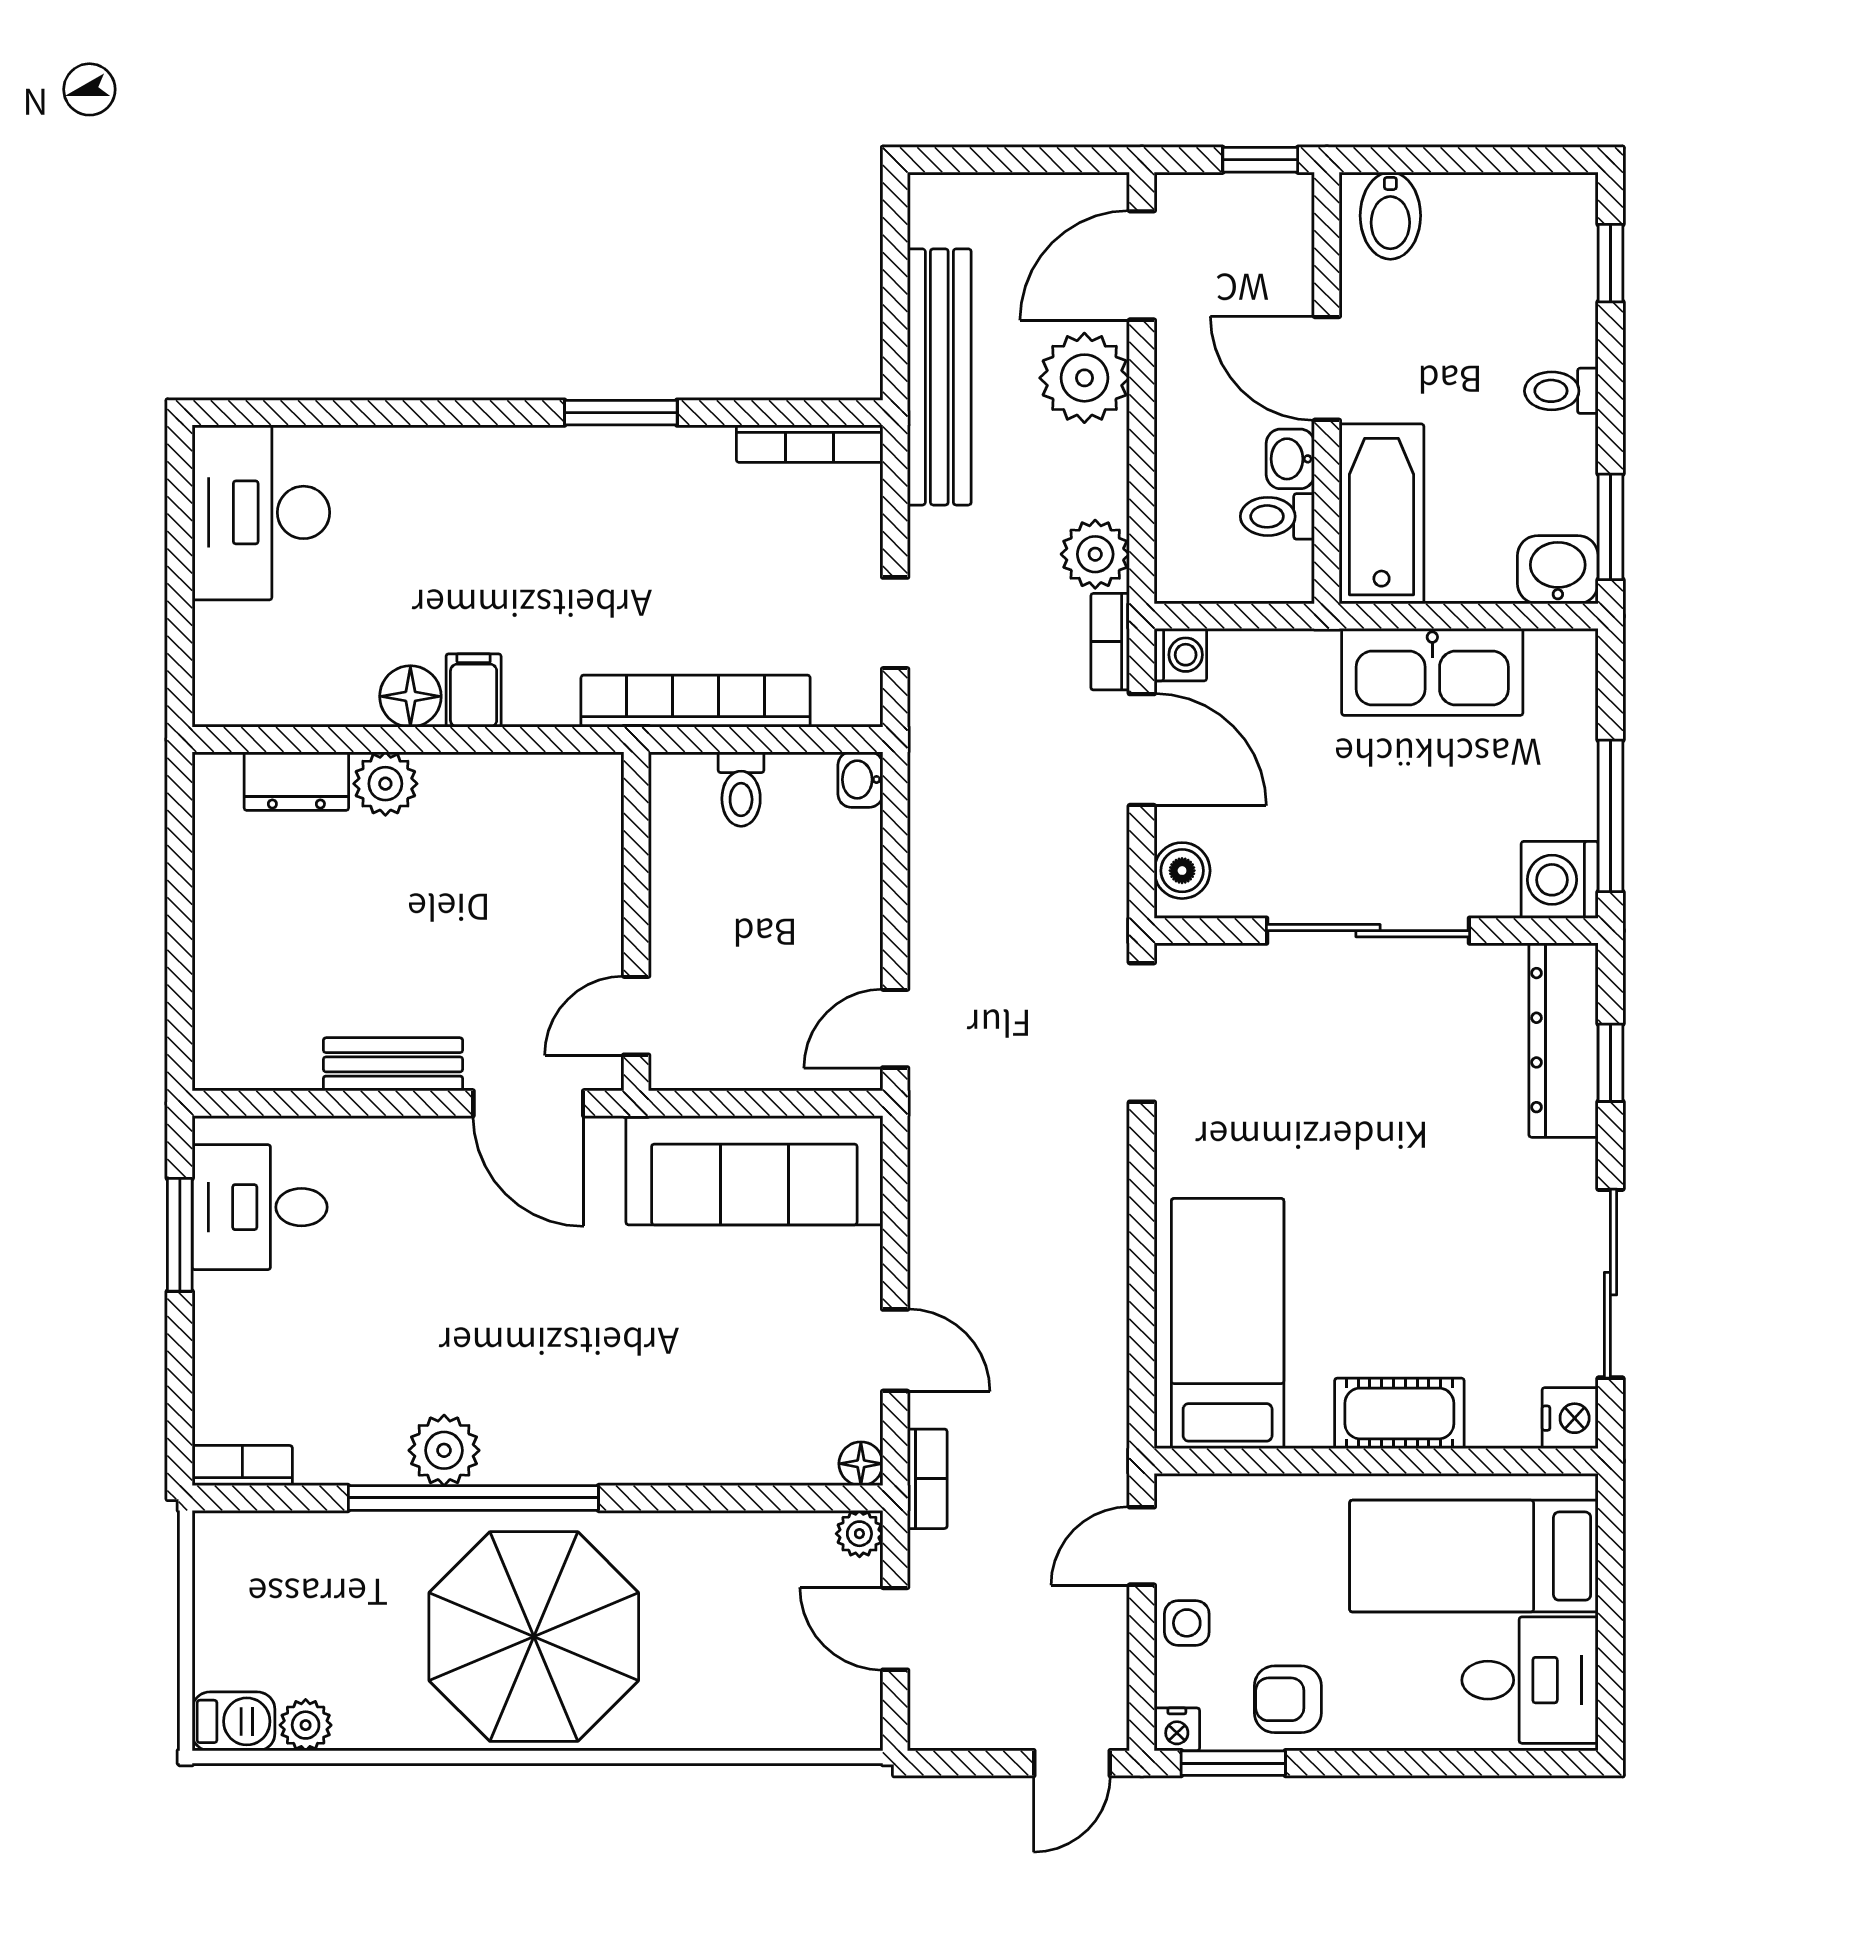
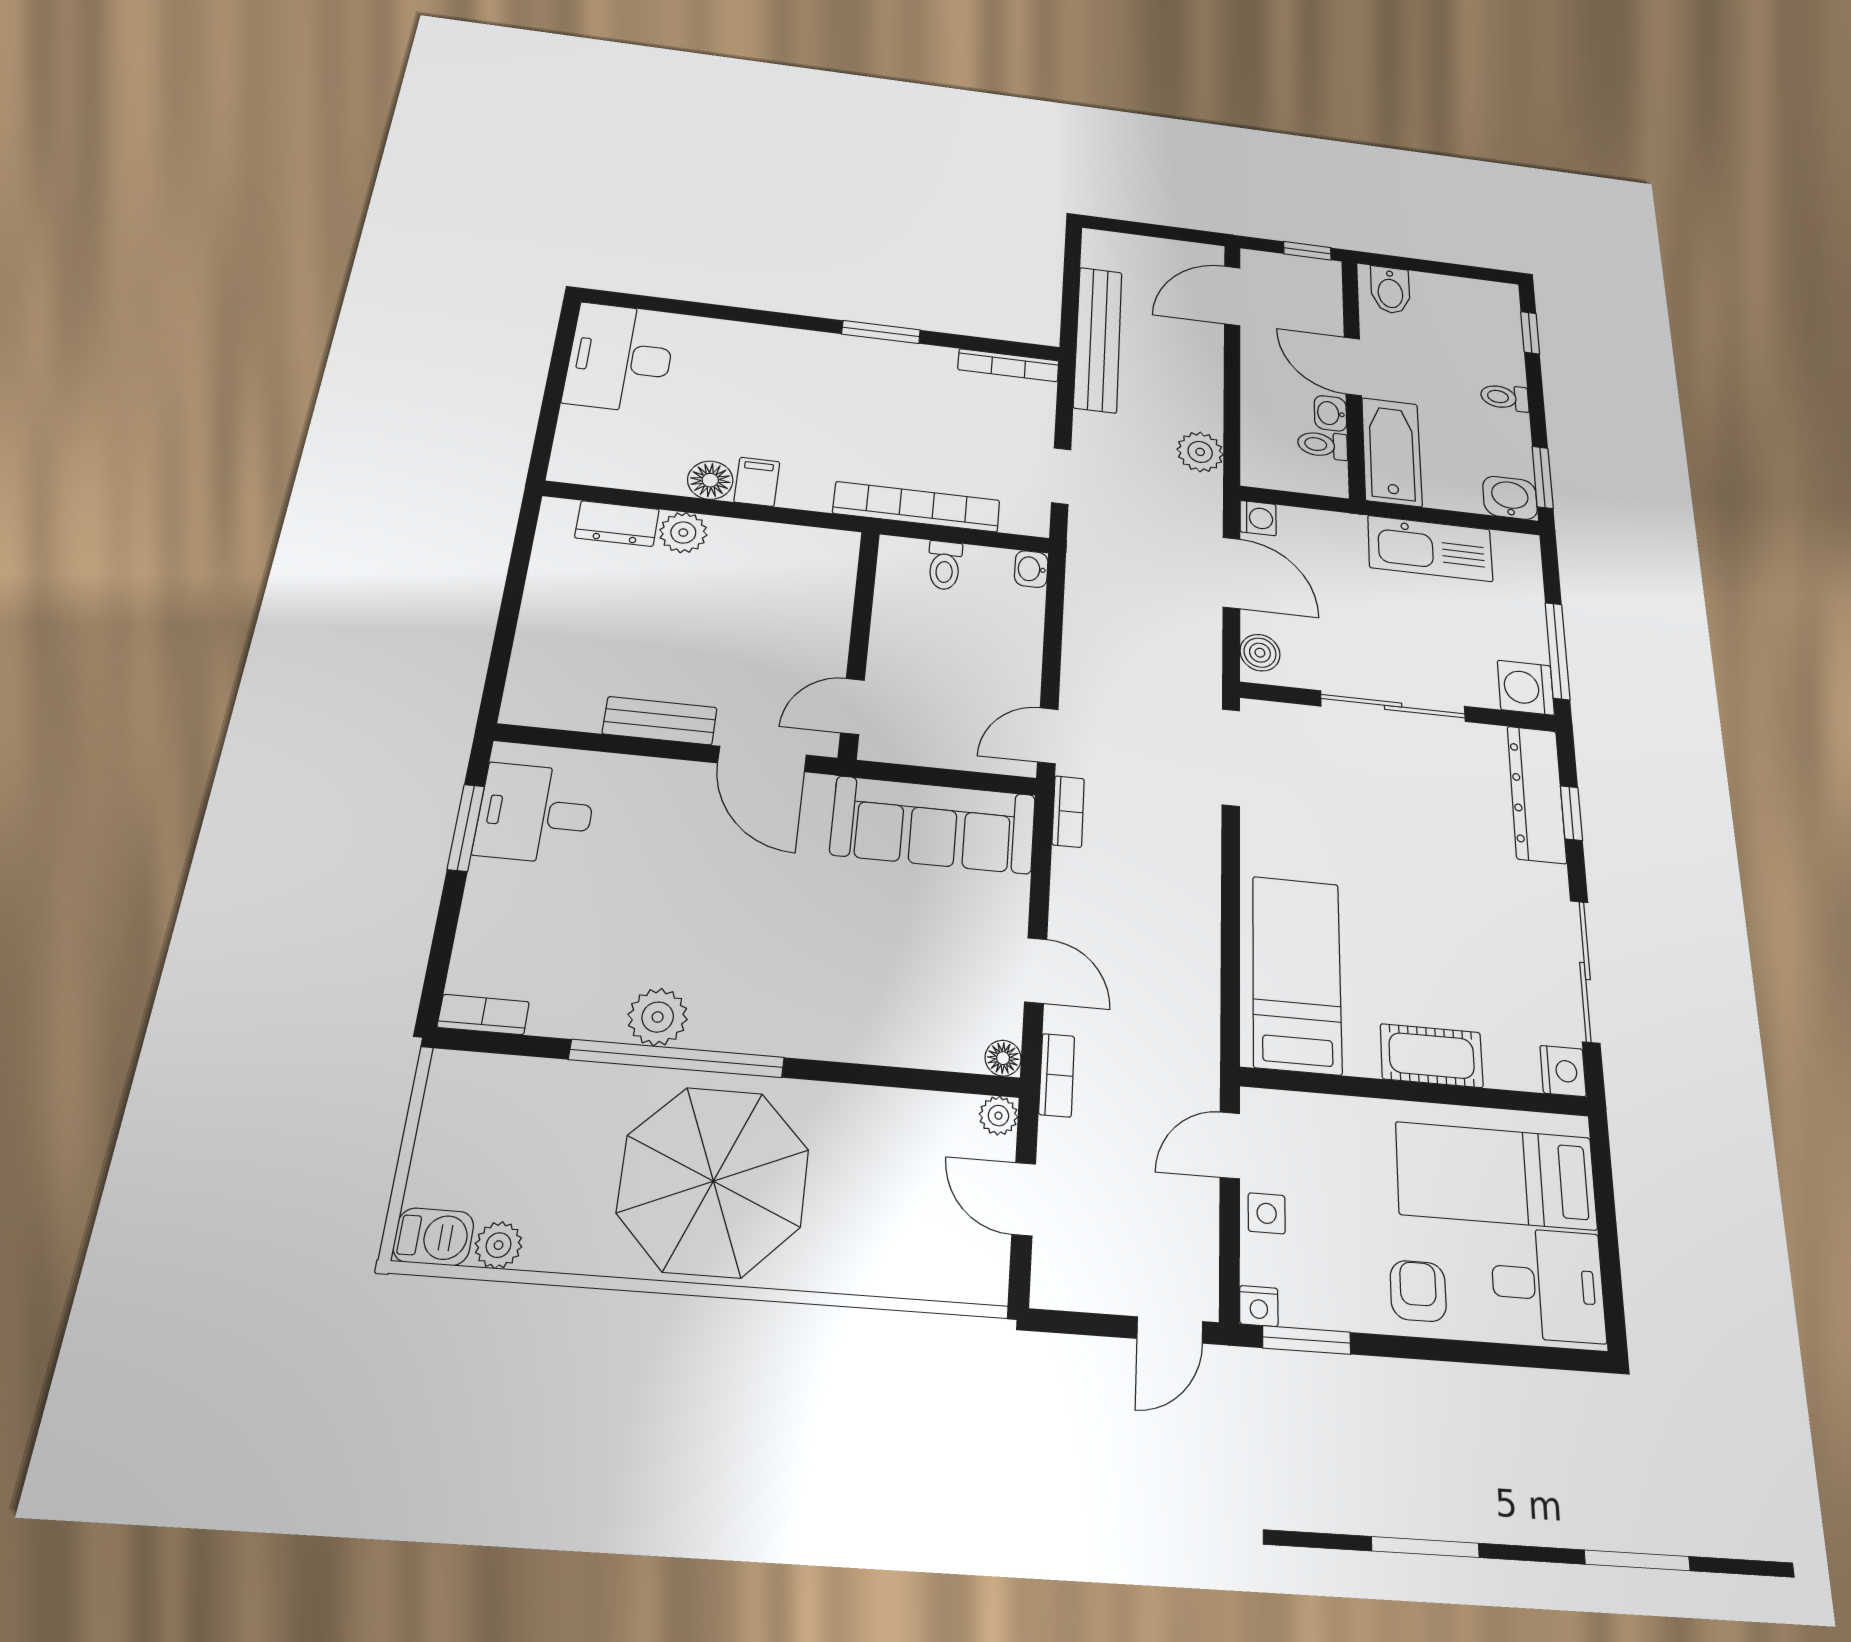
plant: (1084, 378) -> (1194, 352), removed
bookcase: (1110, 642) -> (1068, 811), moved, turned 180
armchair: (1288, 1699) -> (1418, 1291), moved, turned 90

